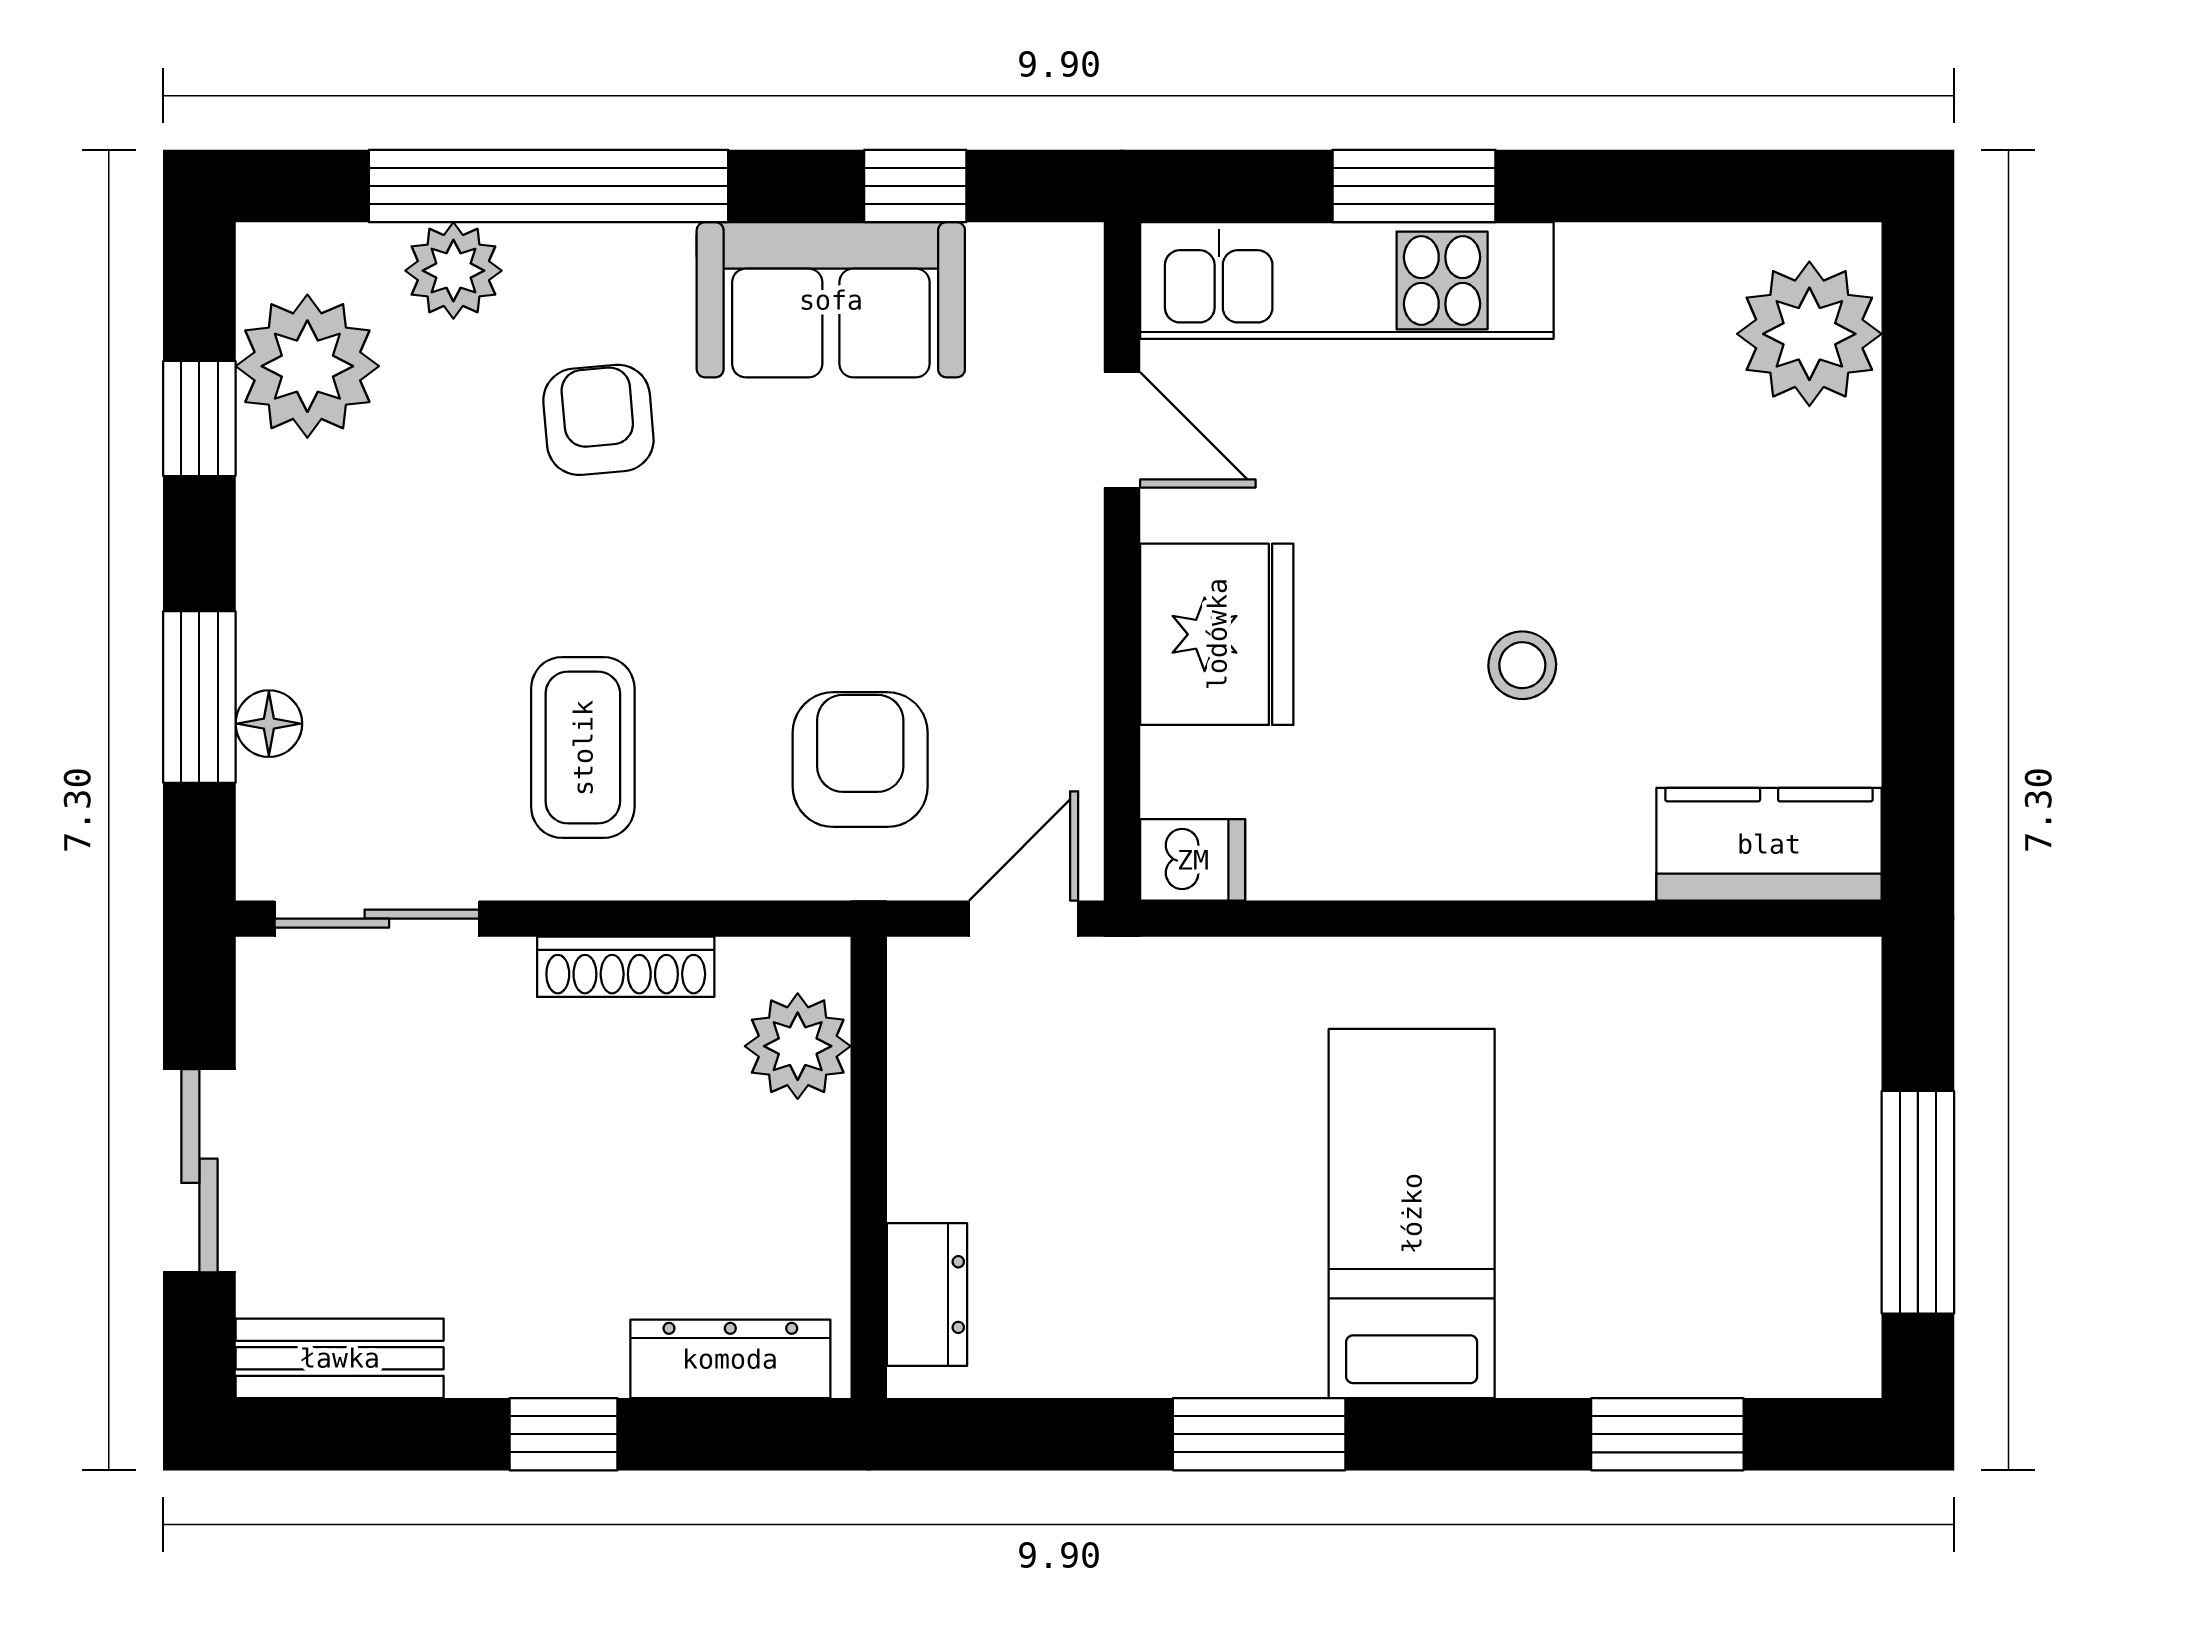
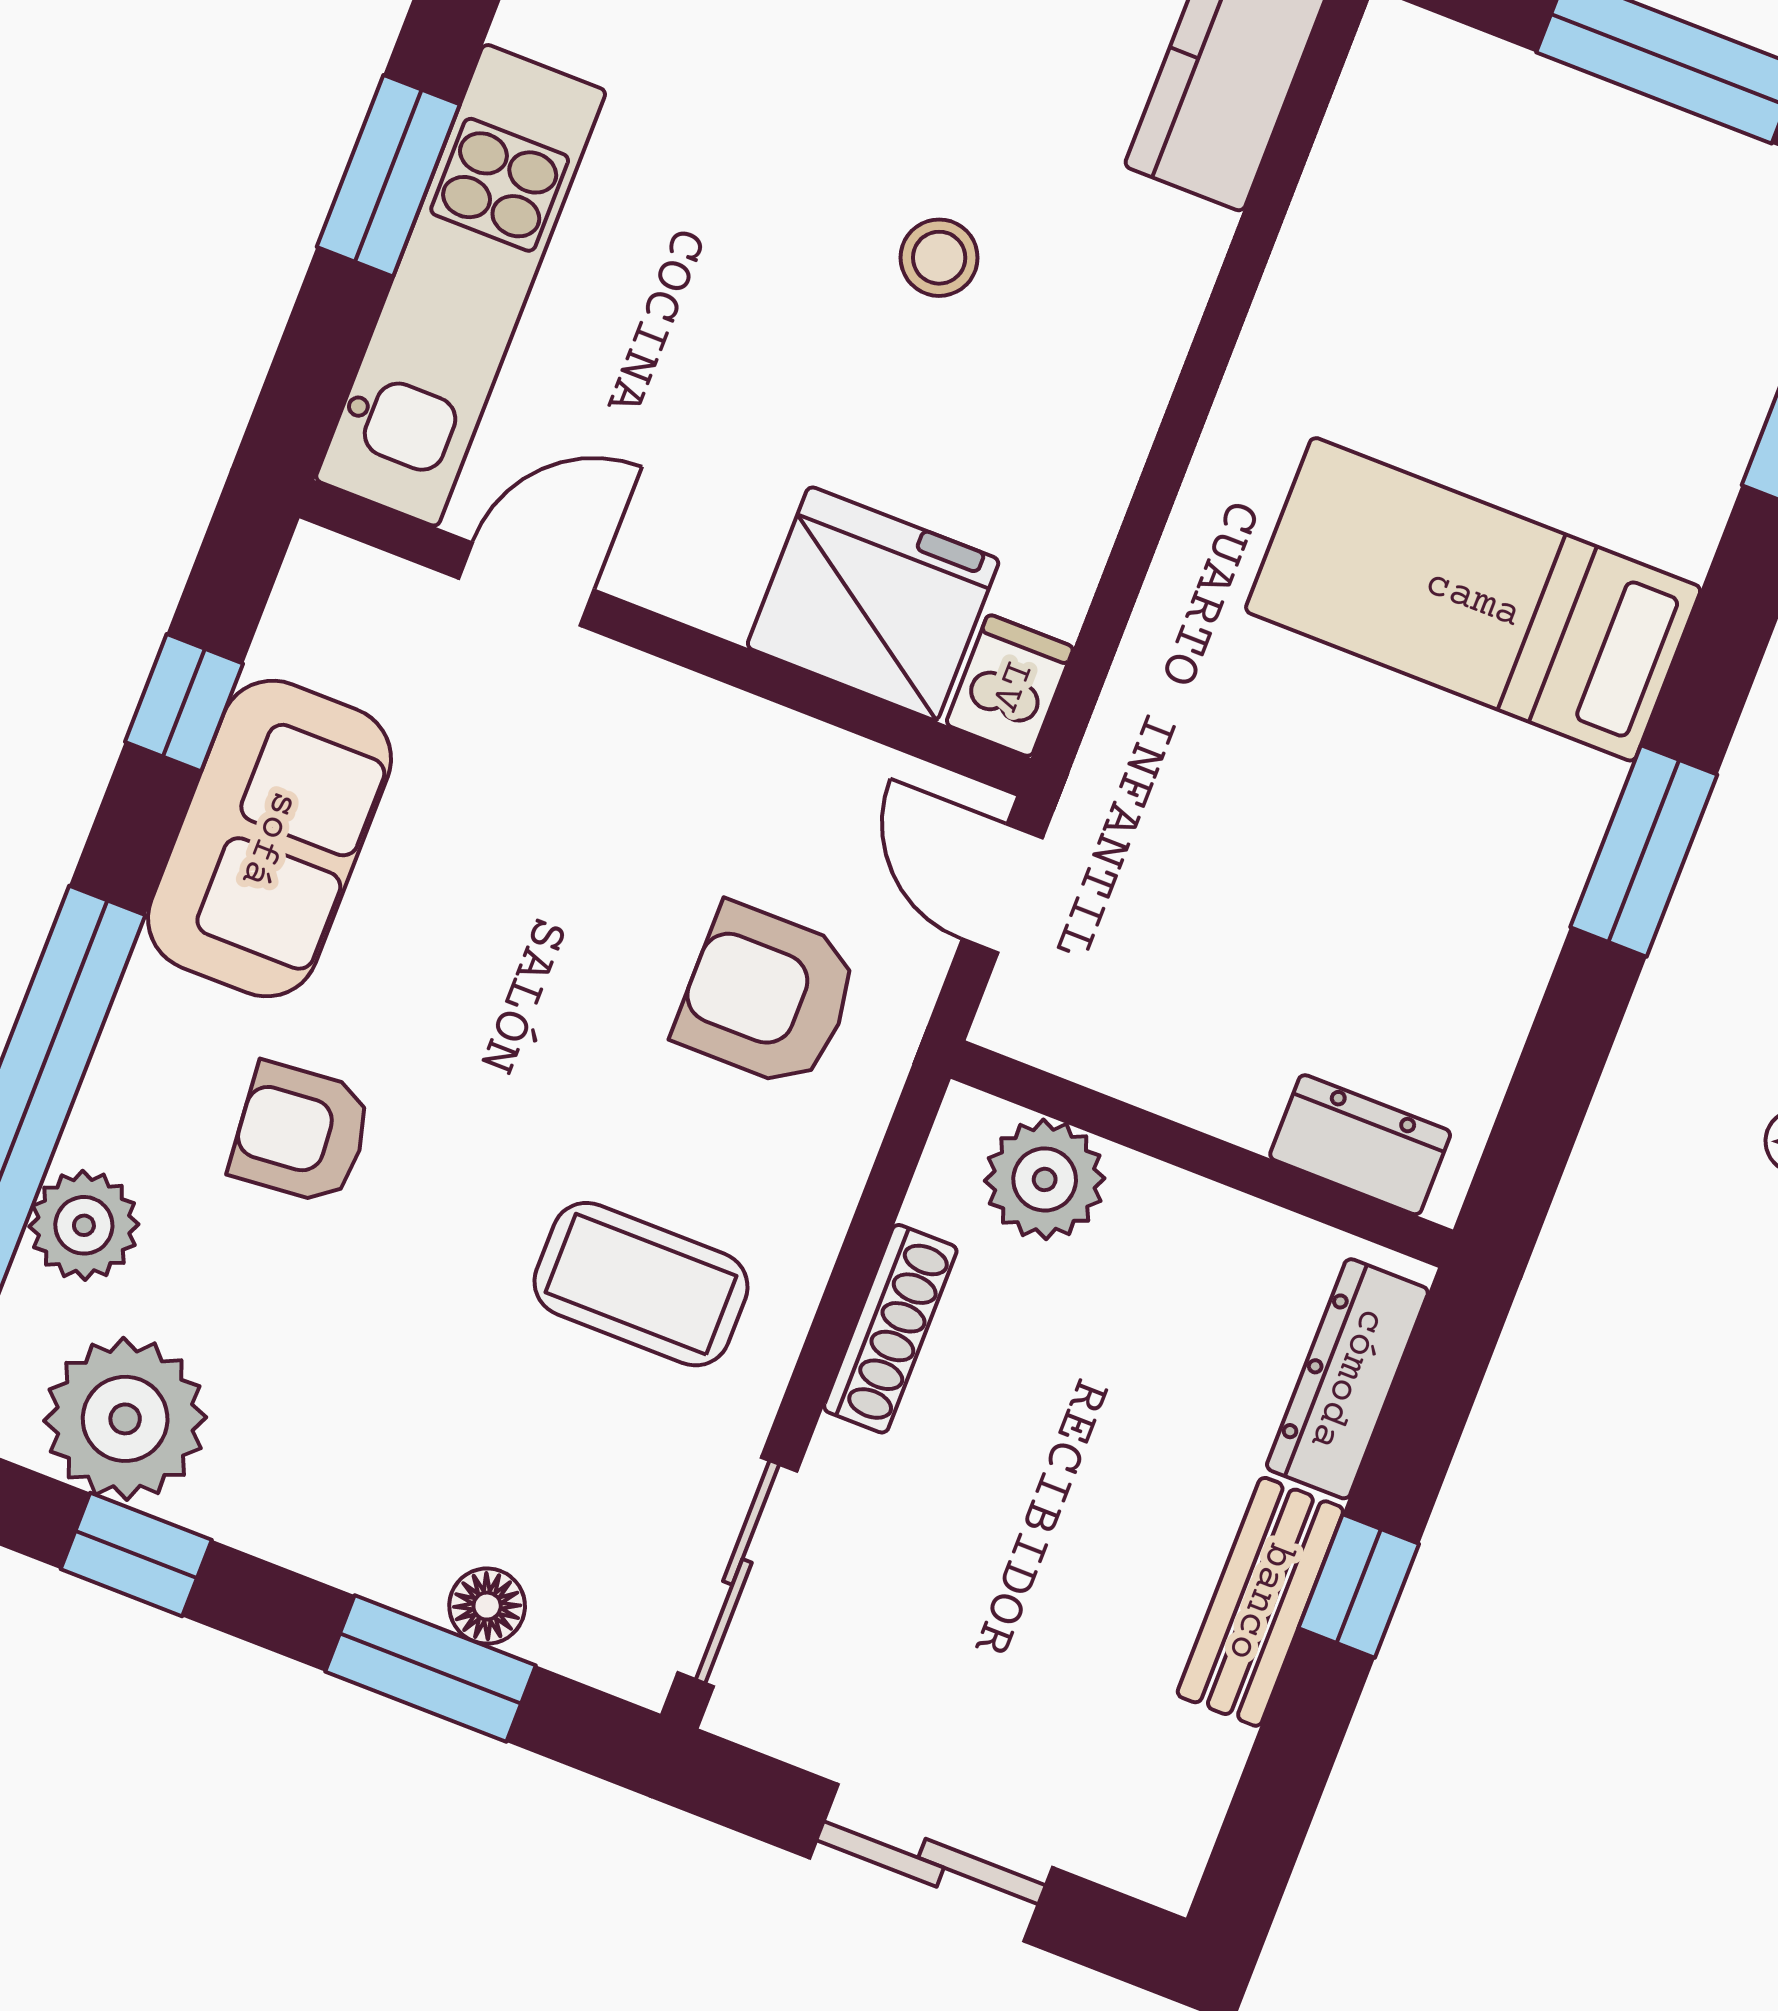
fridge: (1217, 634) -> (873, 603), moved
bench: (340, 1358) -> (1260, 1602), moved

